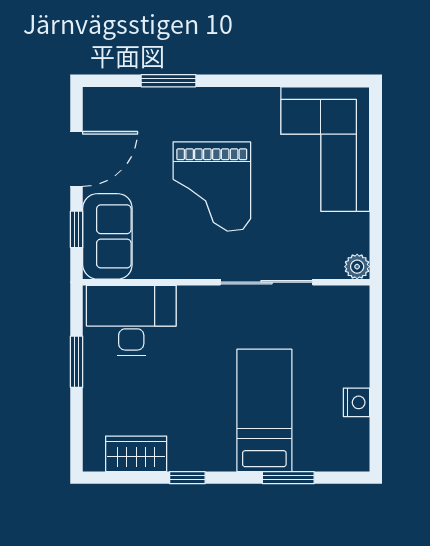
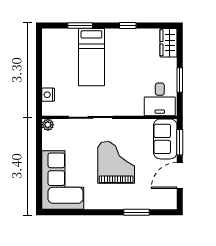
window: (77, 229) -> (180, 142), width x1.50
desk: (131, 320) -> (160, 99), width x0.73
nightstand: (357, 402) -> (48, 95), moved
wardrobe: (136, 454) -> (169, 43), moved, turned 90

